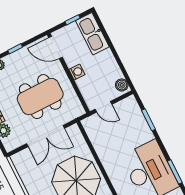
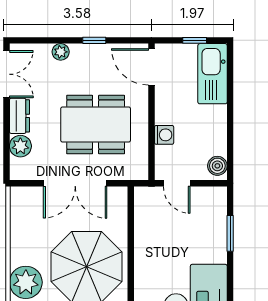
washing machine: (77, 72) -> (164, 135), moved

